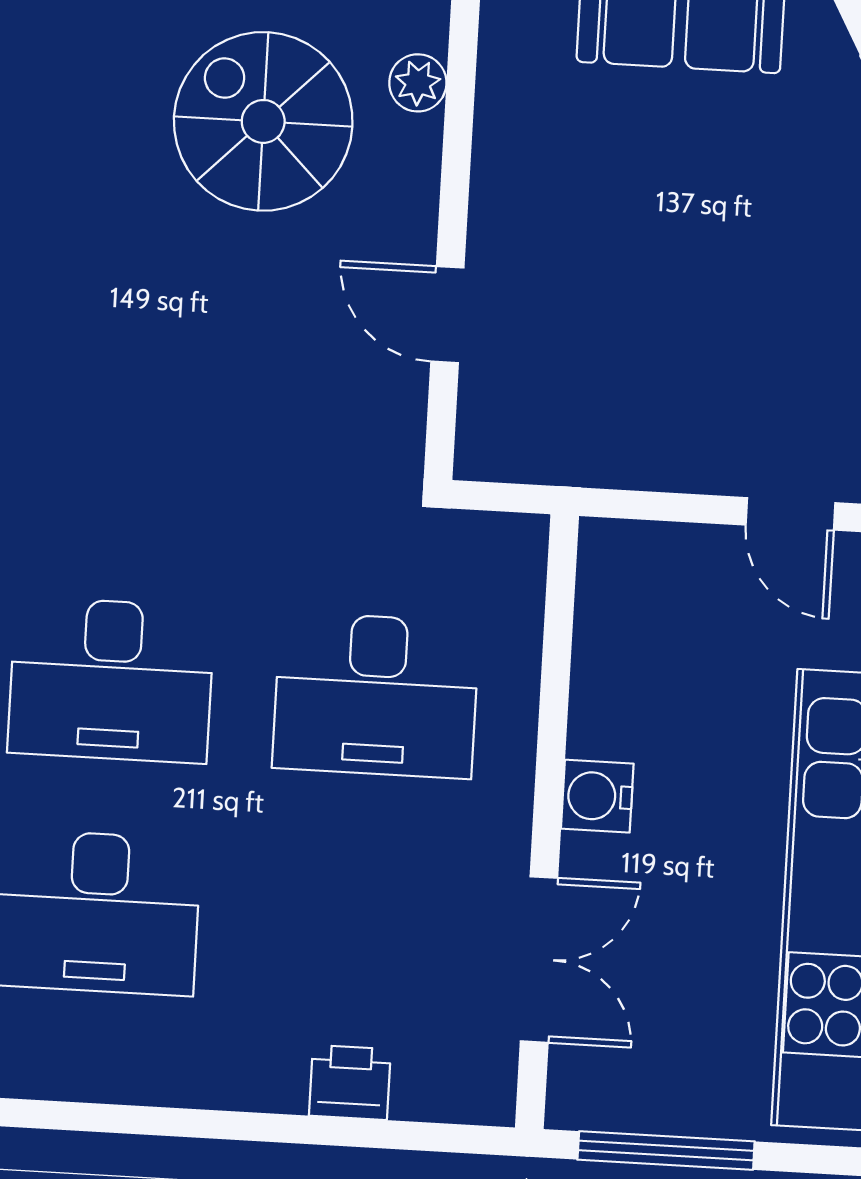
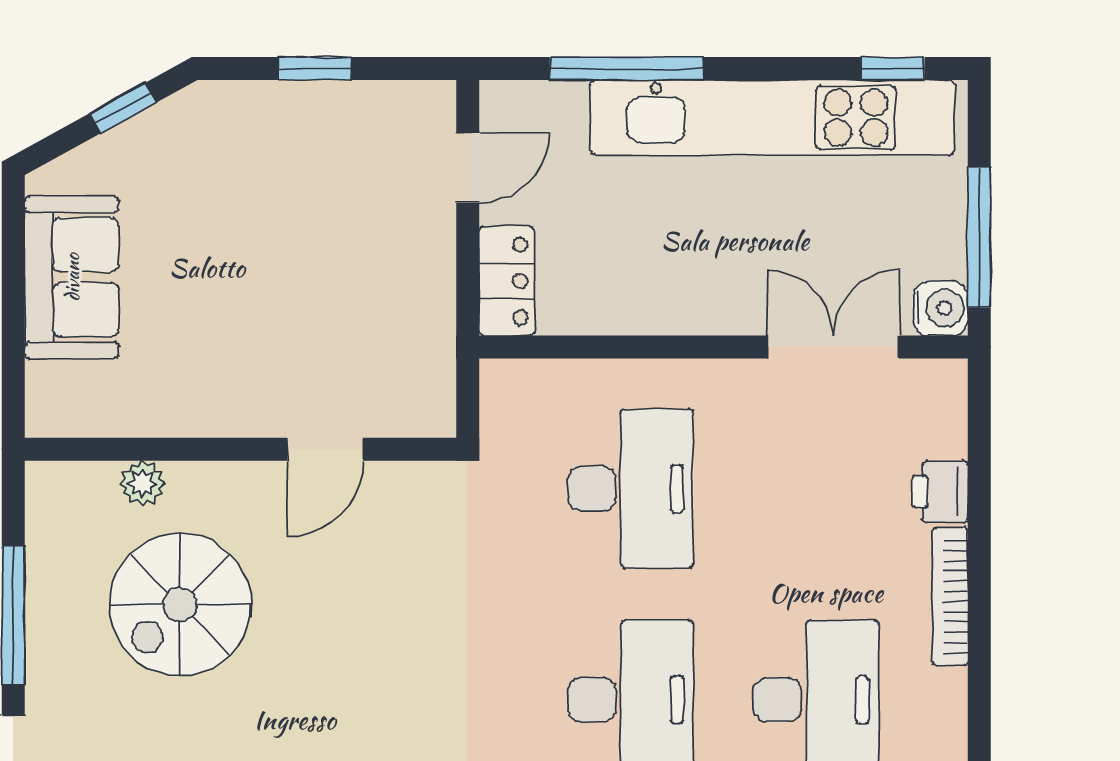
locker: (645, 554) -> (507, 281), added
water cooler: (597, 796) -> (940, 308), moved, turned -90
bookcase: (217, 1088) -> (950, 597), added

